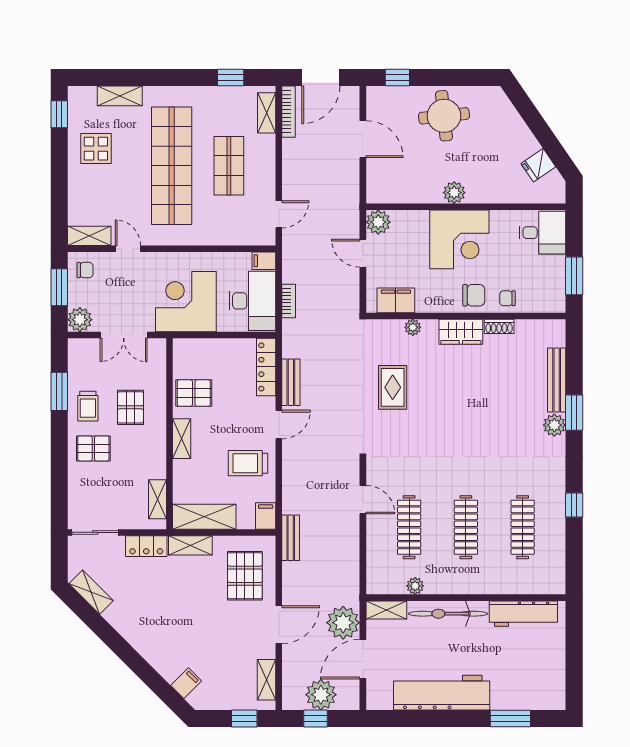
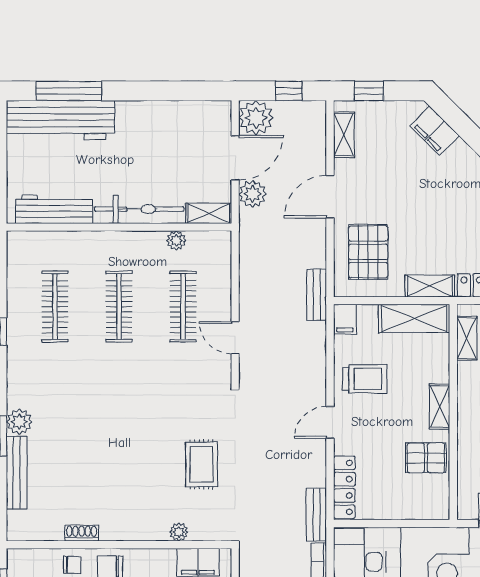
wardrobe: (461, 332) -> (125, 527), removed
bench: (291, 382) -> (316, 515), moved
plant: (343, 623) -> (253, 194), width x0.73, depth x0.73
filing cabinet: (186, 683) -> (435, 131), width x2.00
workbench: (442, 693) -> (60, 120), moved
plant: (321, 695) -> (256, 118), moved
window: (510, 719) -> (69, 91), width x1.44

